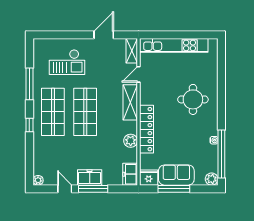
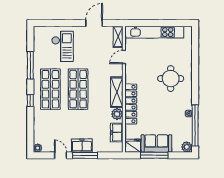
checkout: (67, 62) -> (63, 46), turned -90
shelving: (130, 102) -> (117, 92), moved
freezer: (130, 174) -> (117, 132), moved

